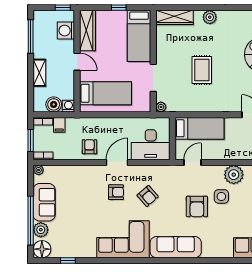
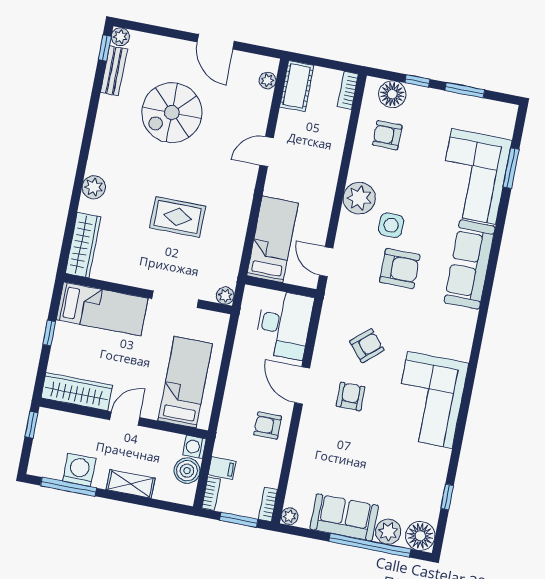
washing machine: (66, 31) -> (79, 470), moved, turned 180
sofa: (176, 247) -> (470, 264), moved

